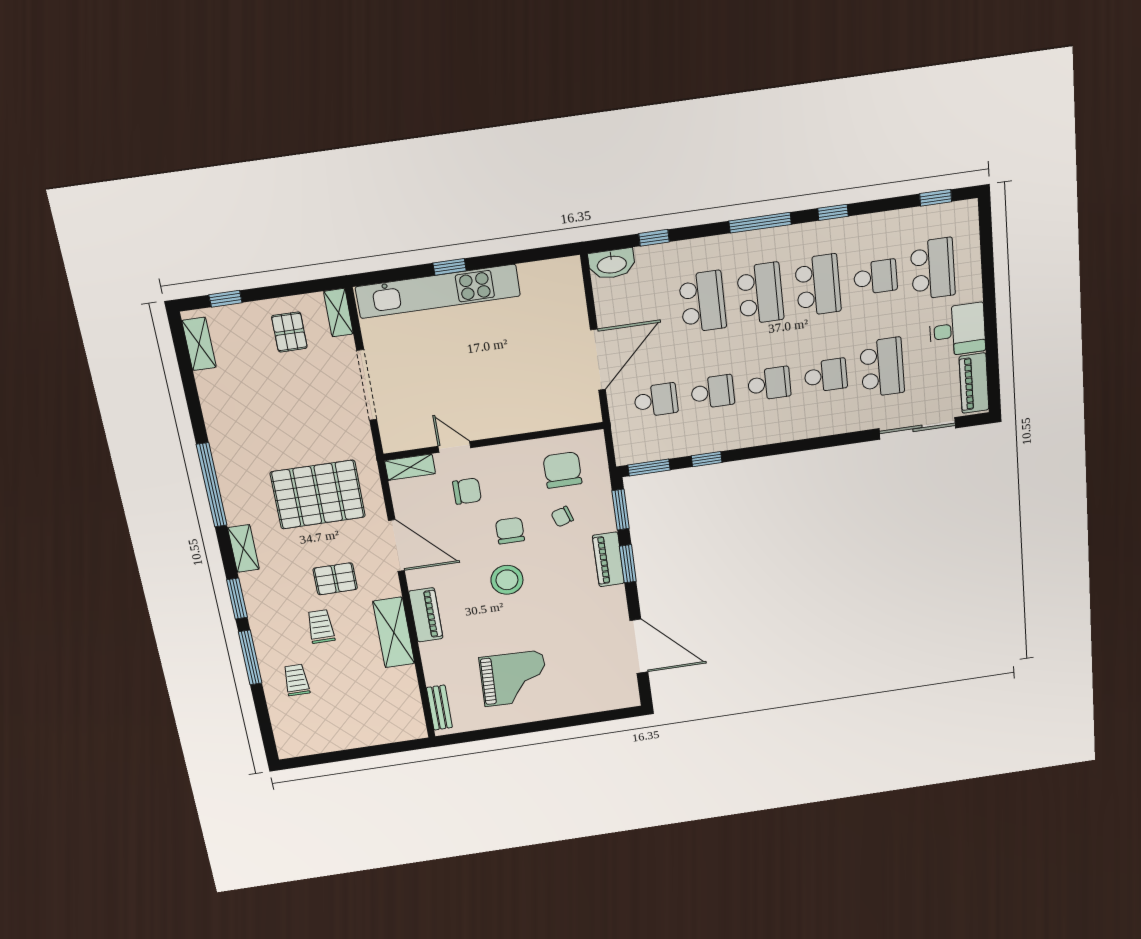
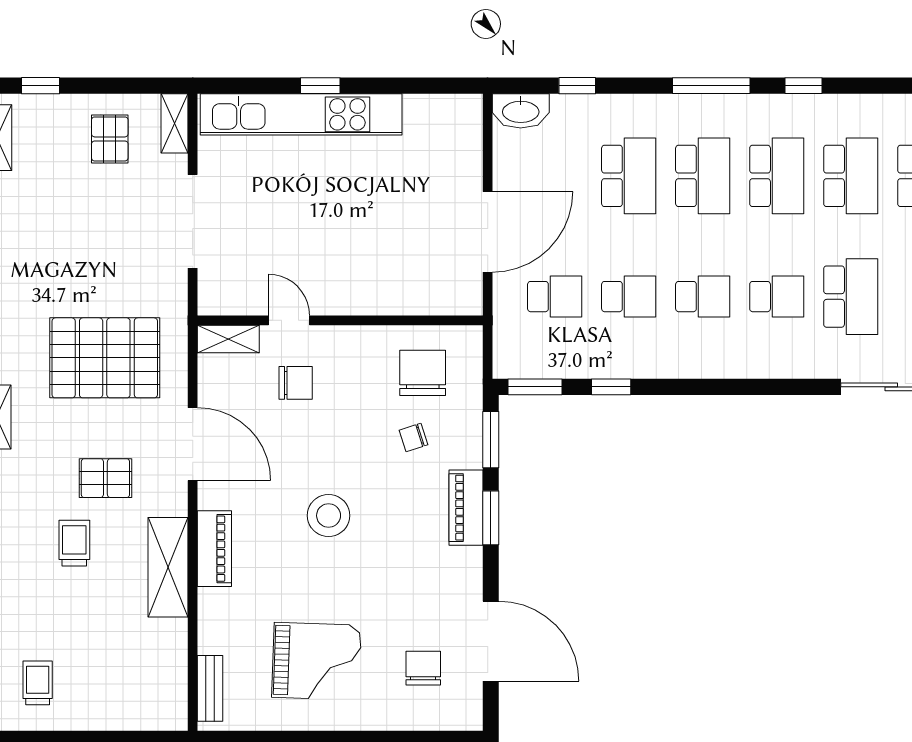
school desk: (875, 277) -> (851, 176), width x1.85
chair: (510, 531) -> (423, 668), moved
trolley: (296, 680) -> (38, 683), moved

